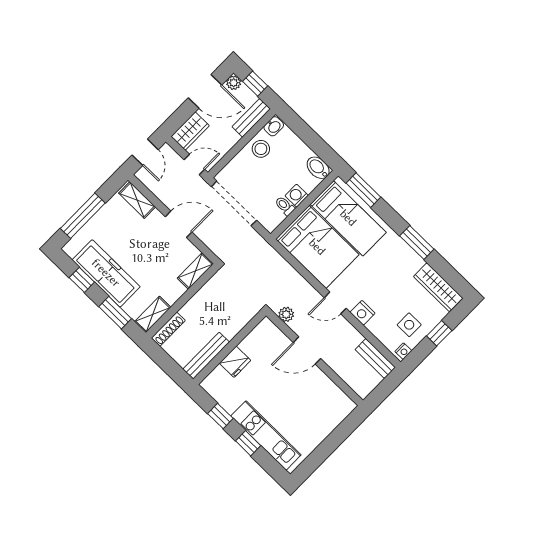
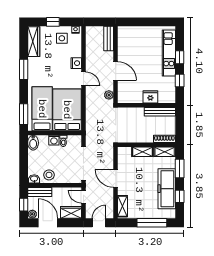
shelving: (195, 271) -> (142, 152), moved
bench: (375, 358) -> (109, 39), moved

